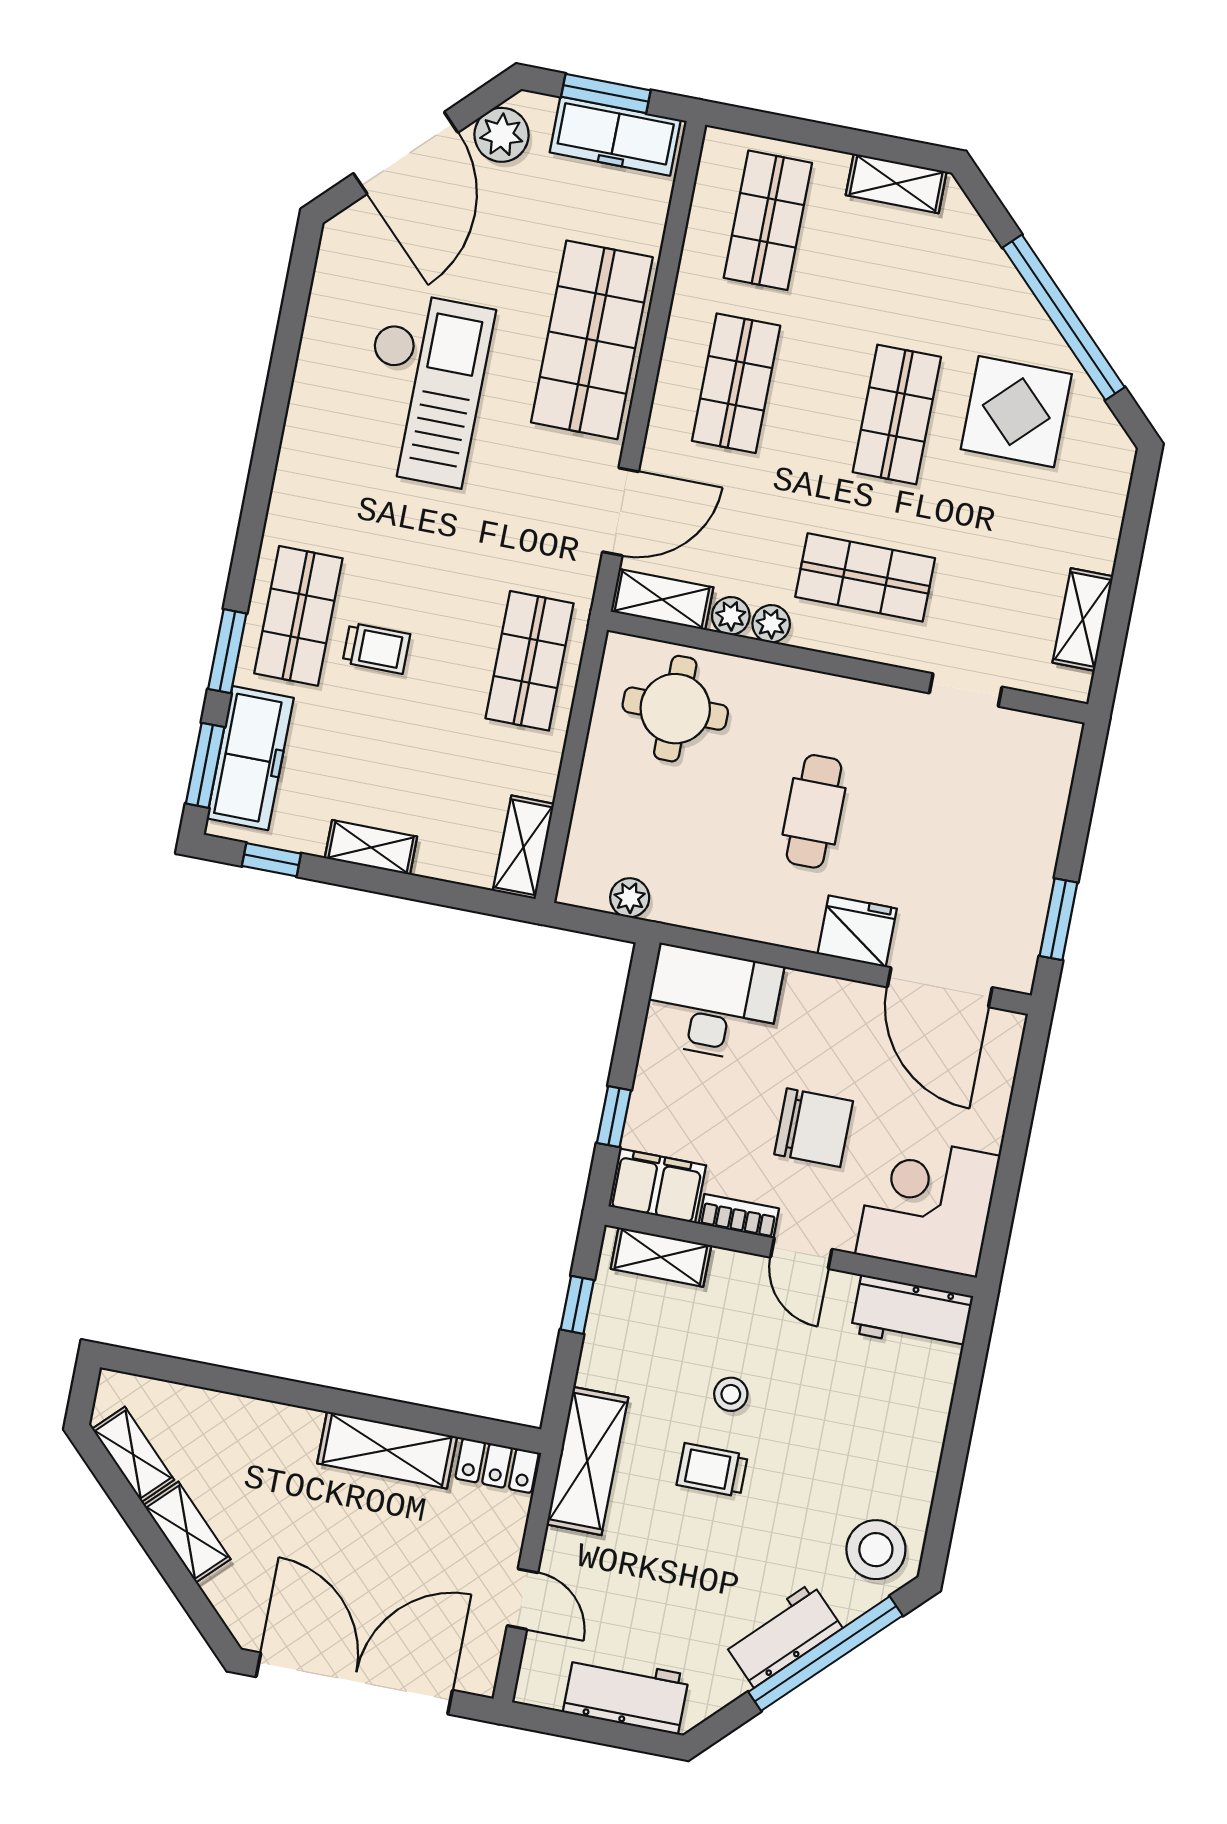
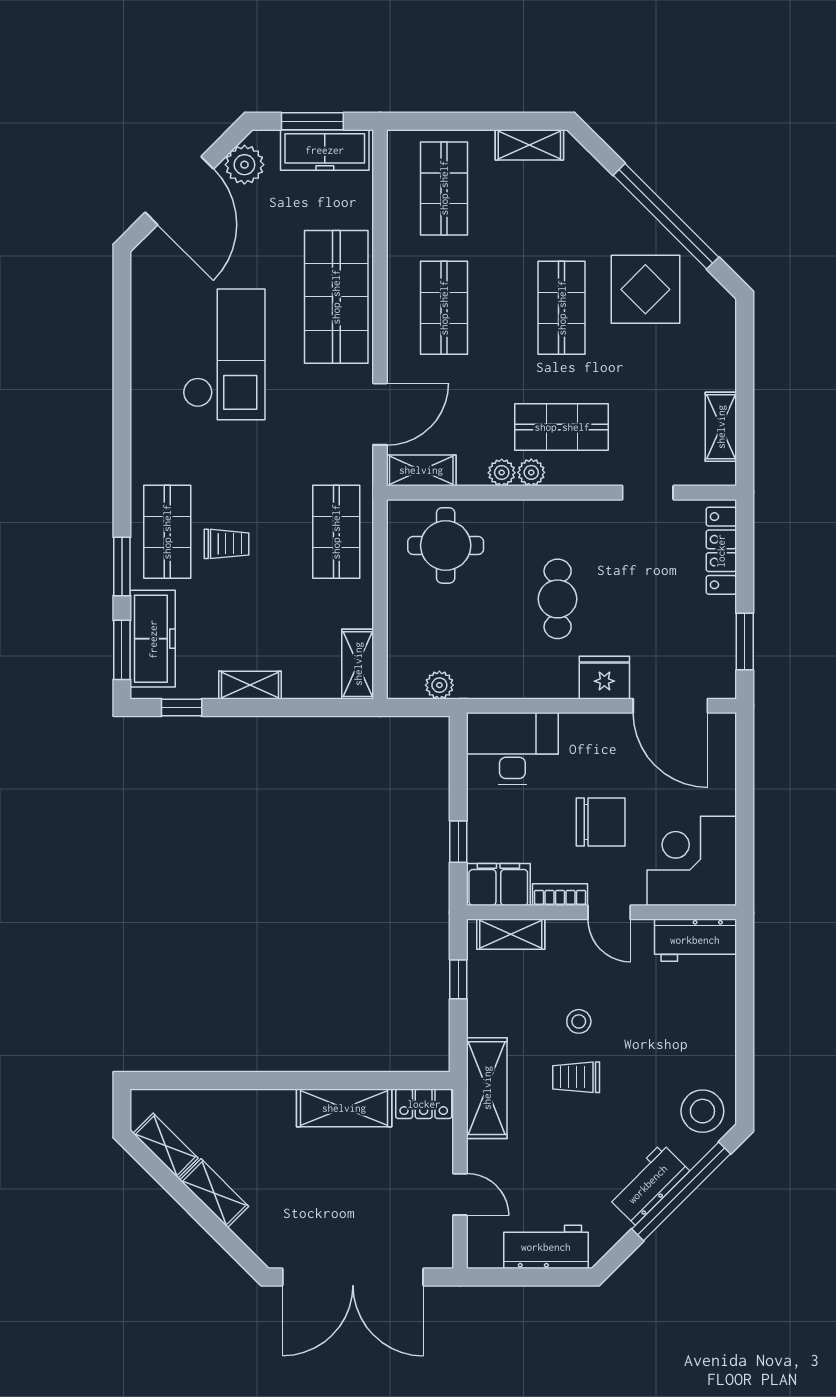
plant: (731, 616) -> (531, 472), moved
locker: (1051, 789) -> (721, 551), added
double door: (354, 1684) -> (353, 1277), swing flipped

